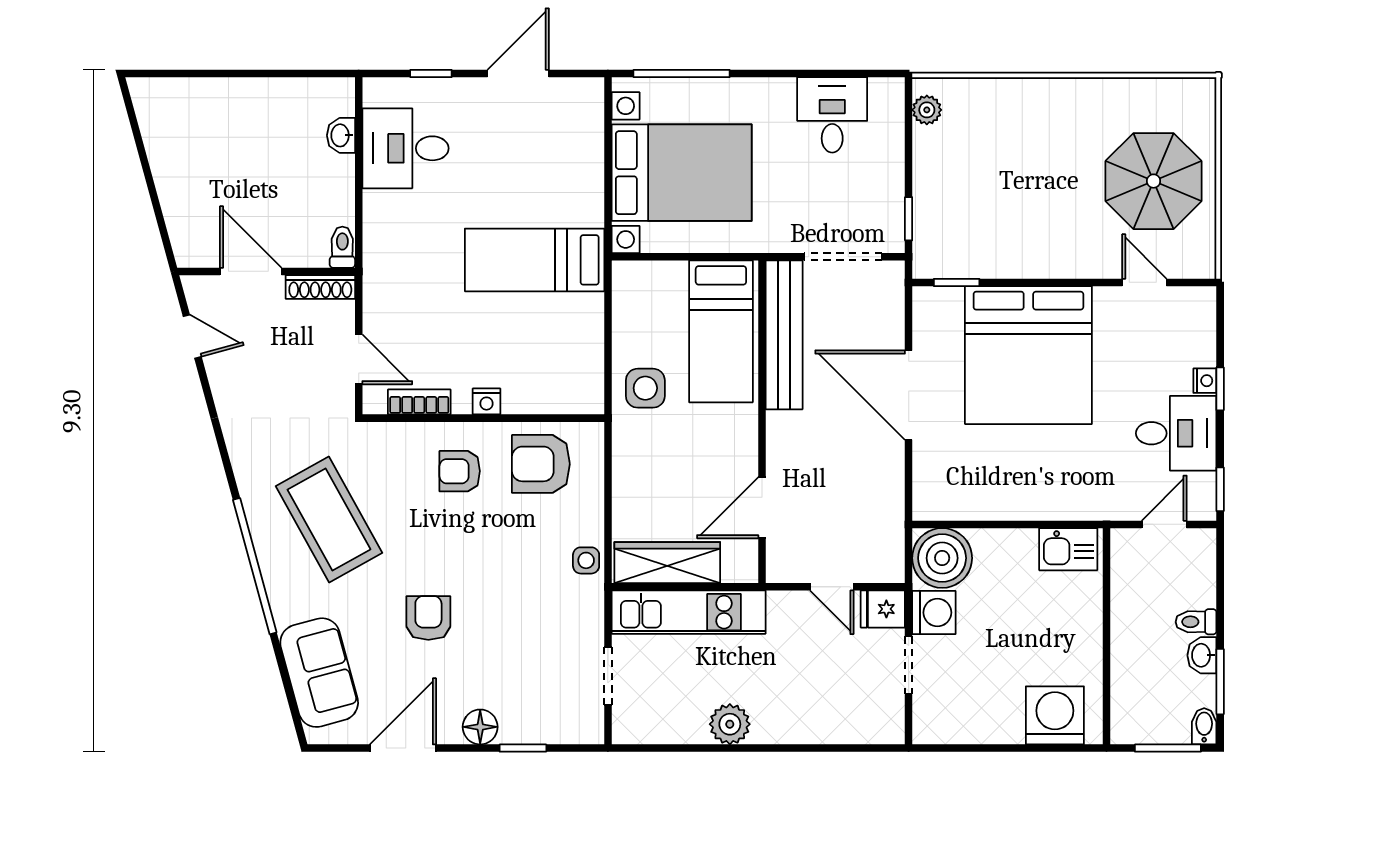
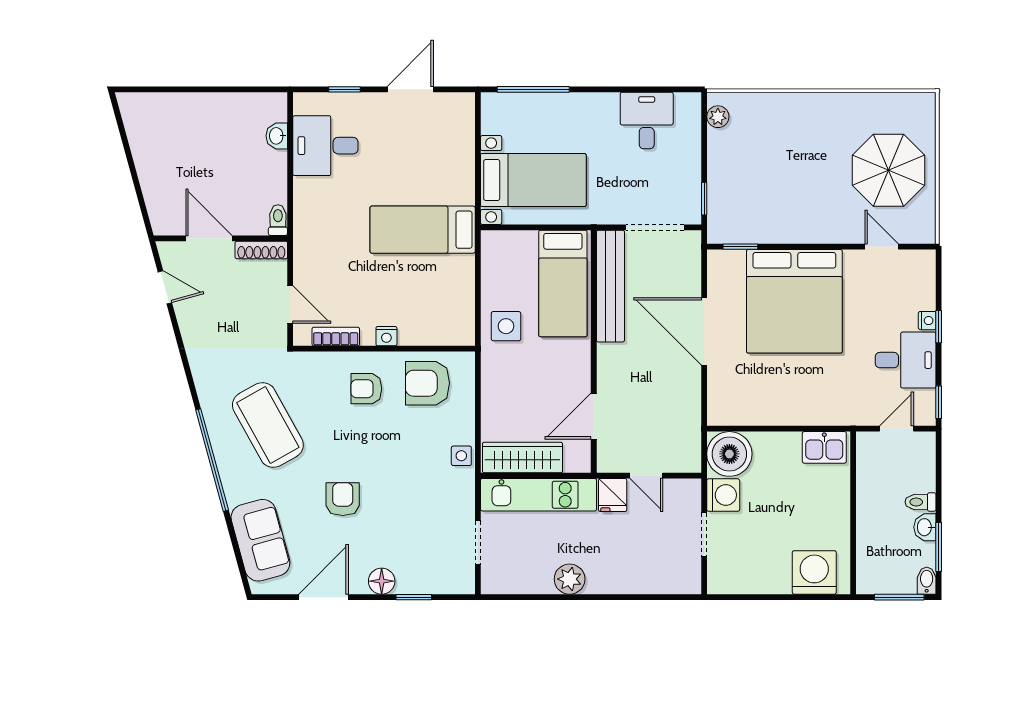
bed with nightstands: (682, 173) -> (533, 180), width x0.73
fridge: (883, 609) -> (613, 495), moved, turned -90

